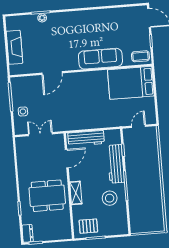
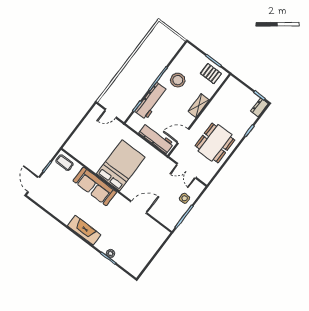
fireplace: (15, 47) -> (84, 230), moved, turned 90
bed: (131, 83) -> (121, 165), moved, turned -90
dining table: (47, 196) -> (215, 143), moved, turned 90

